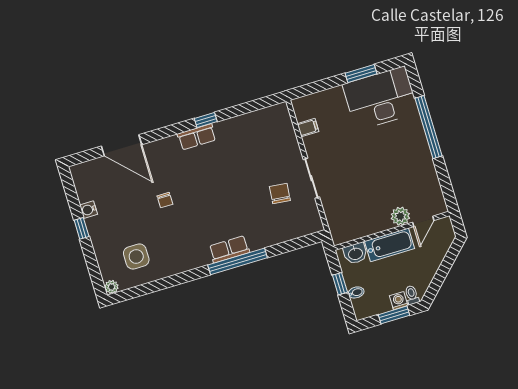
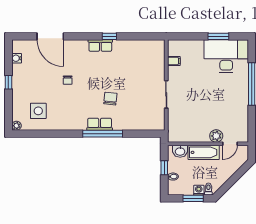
chair: (280, 193) -> (110, 99), moved
water cooler: (89, 210) -> (17, 58), moved

